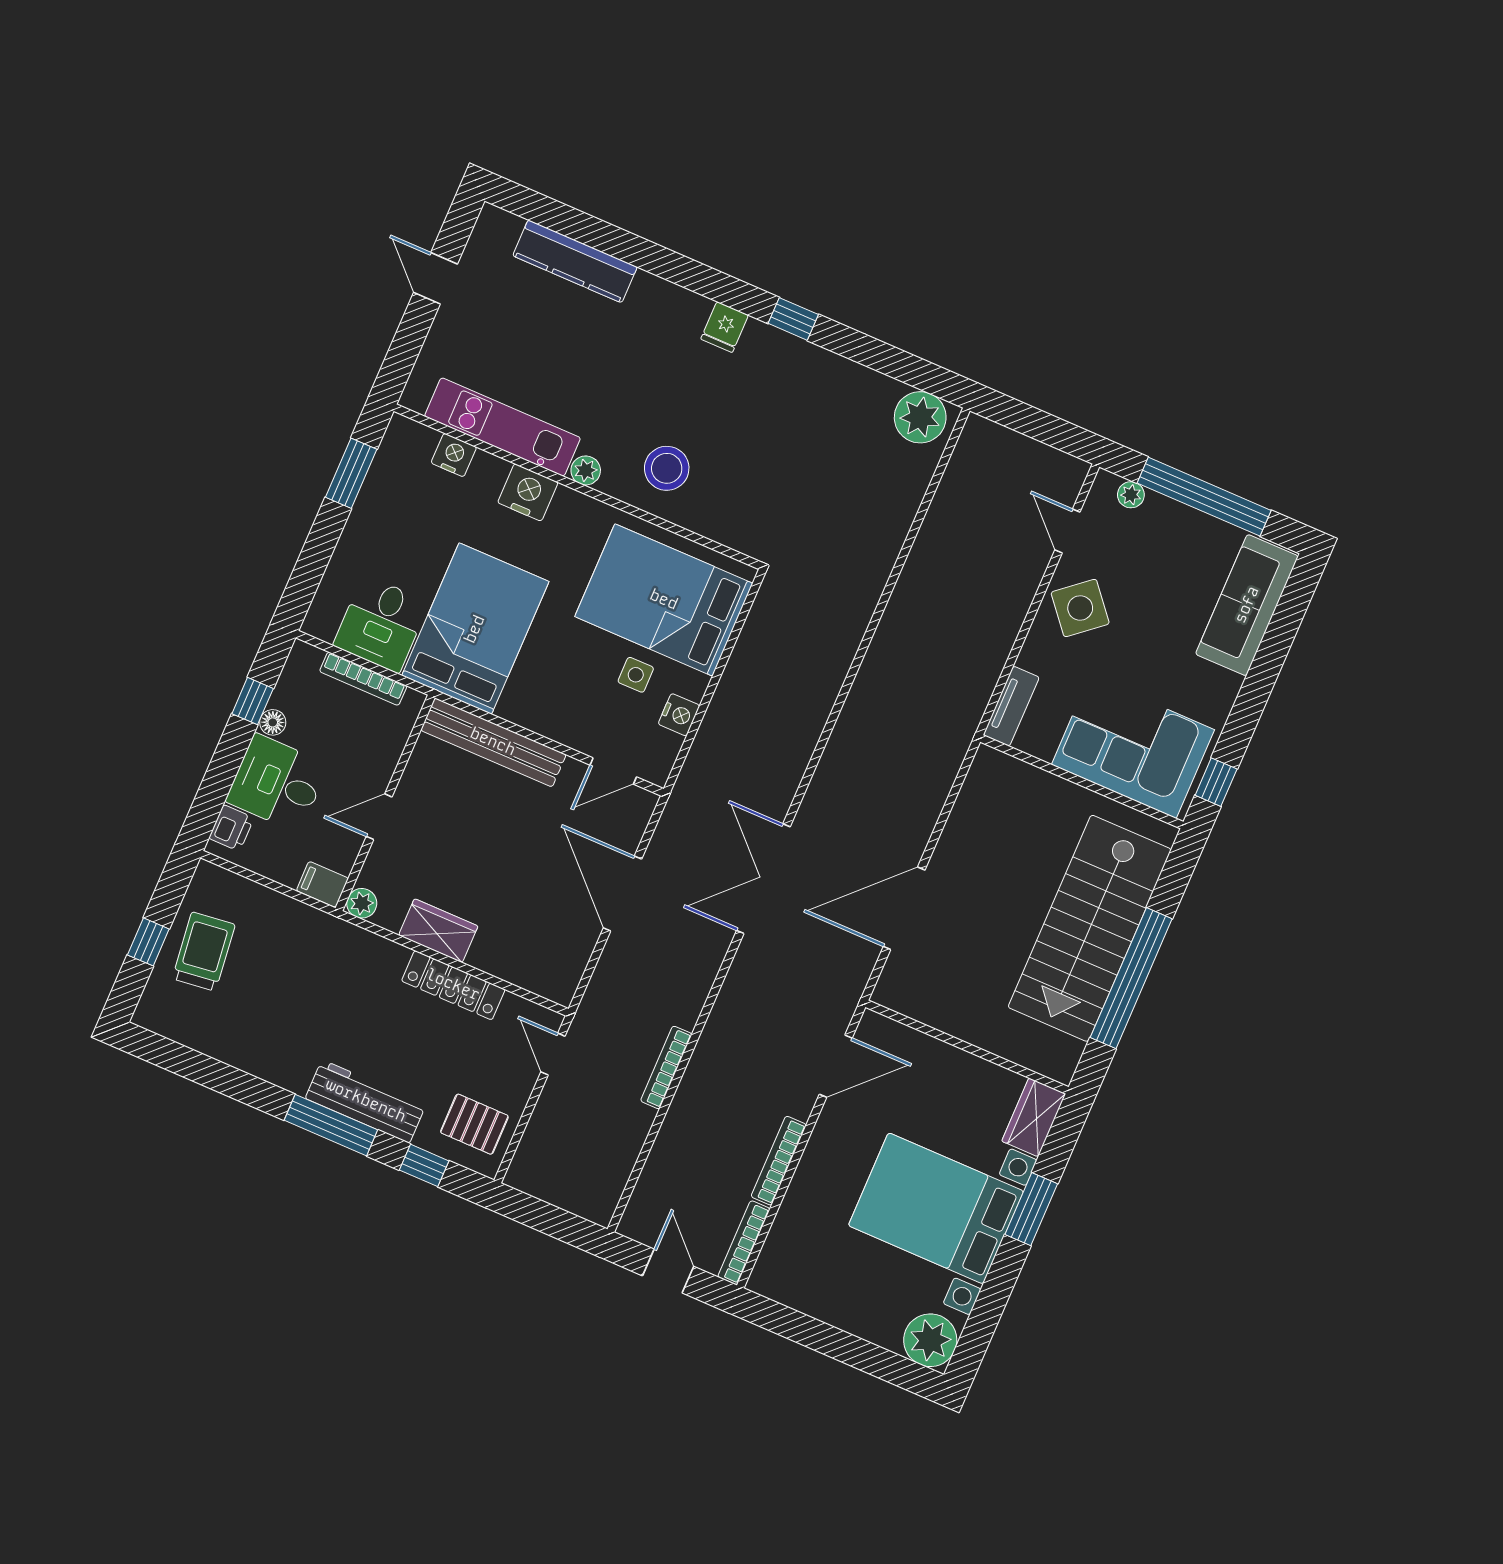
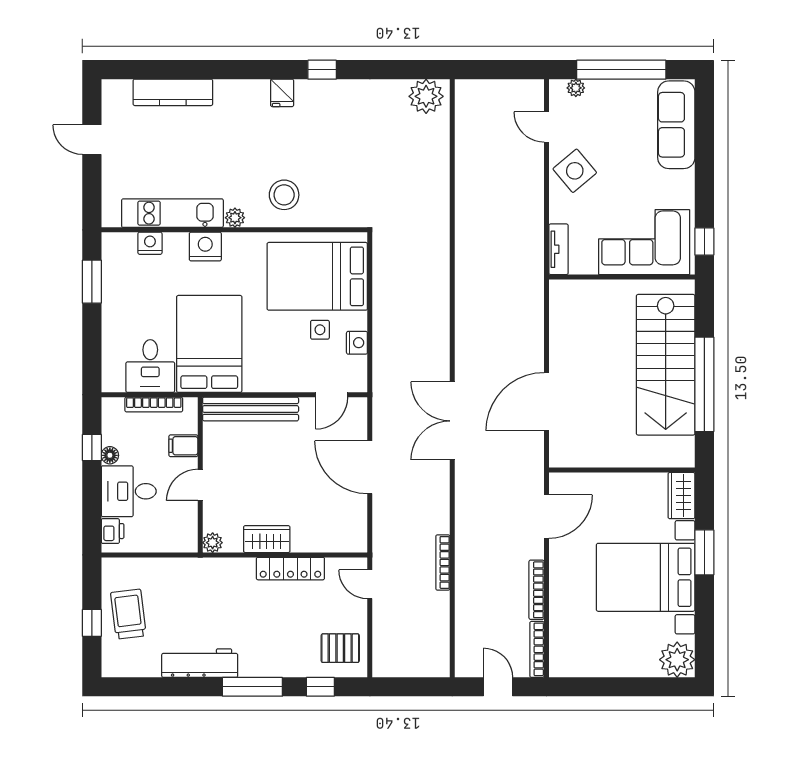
filing cabinet: (322, 884) -> (183, 446), moved
workbench: (366, 1101) -> (200, 663), moved

